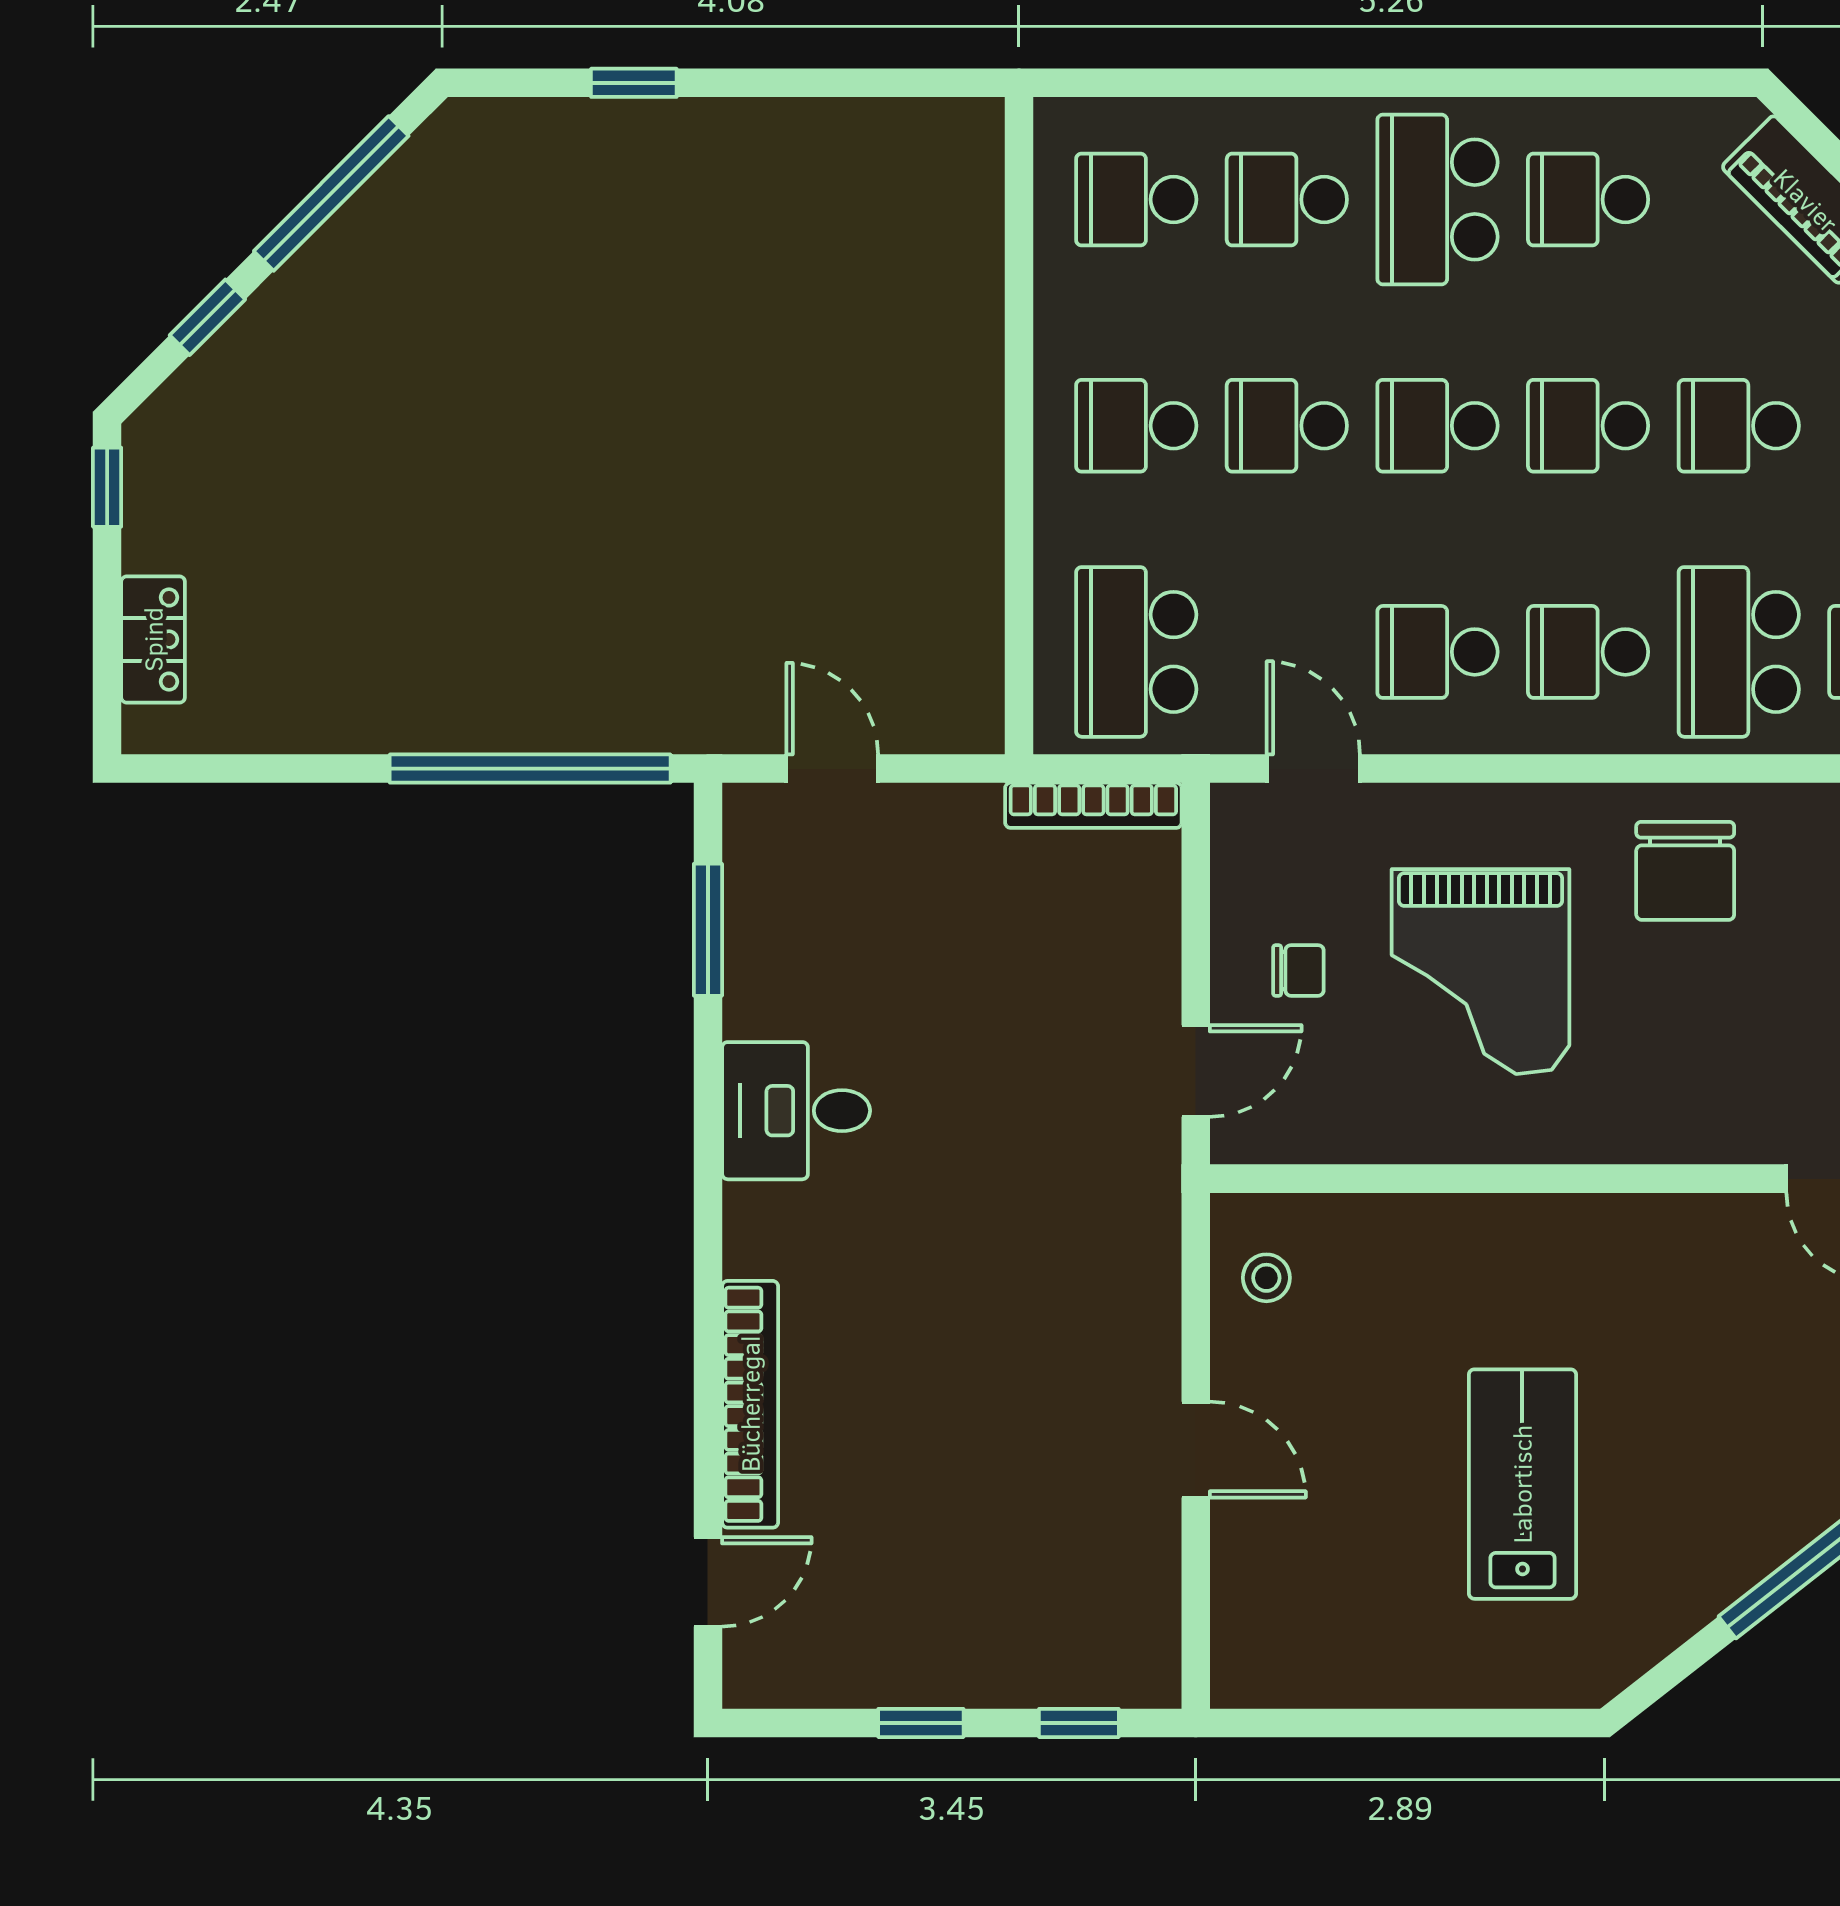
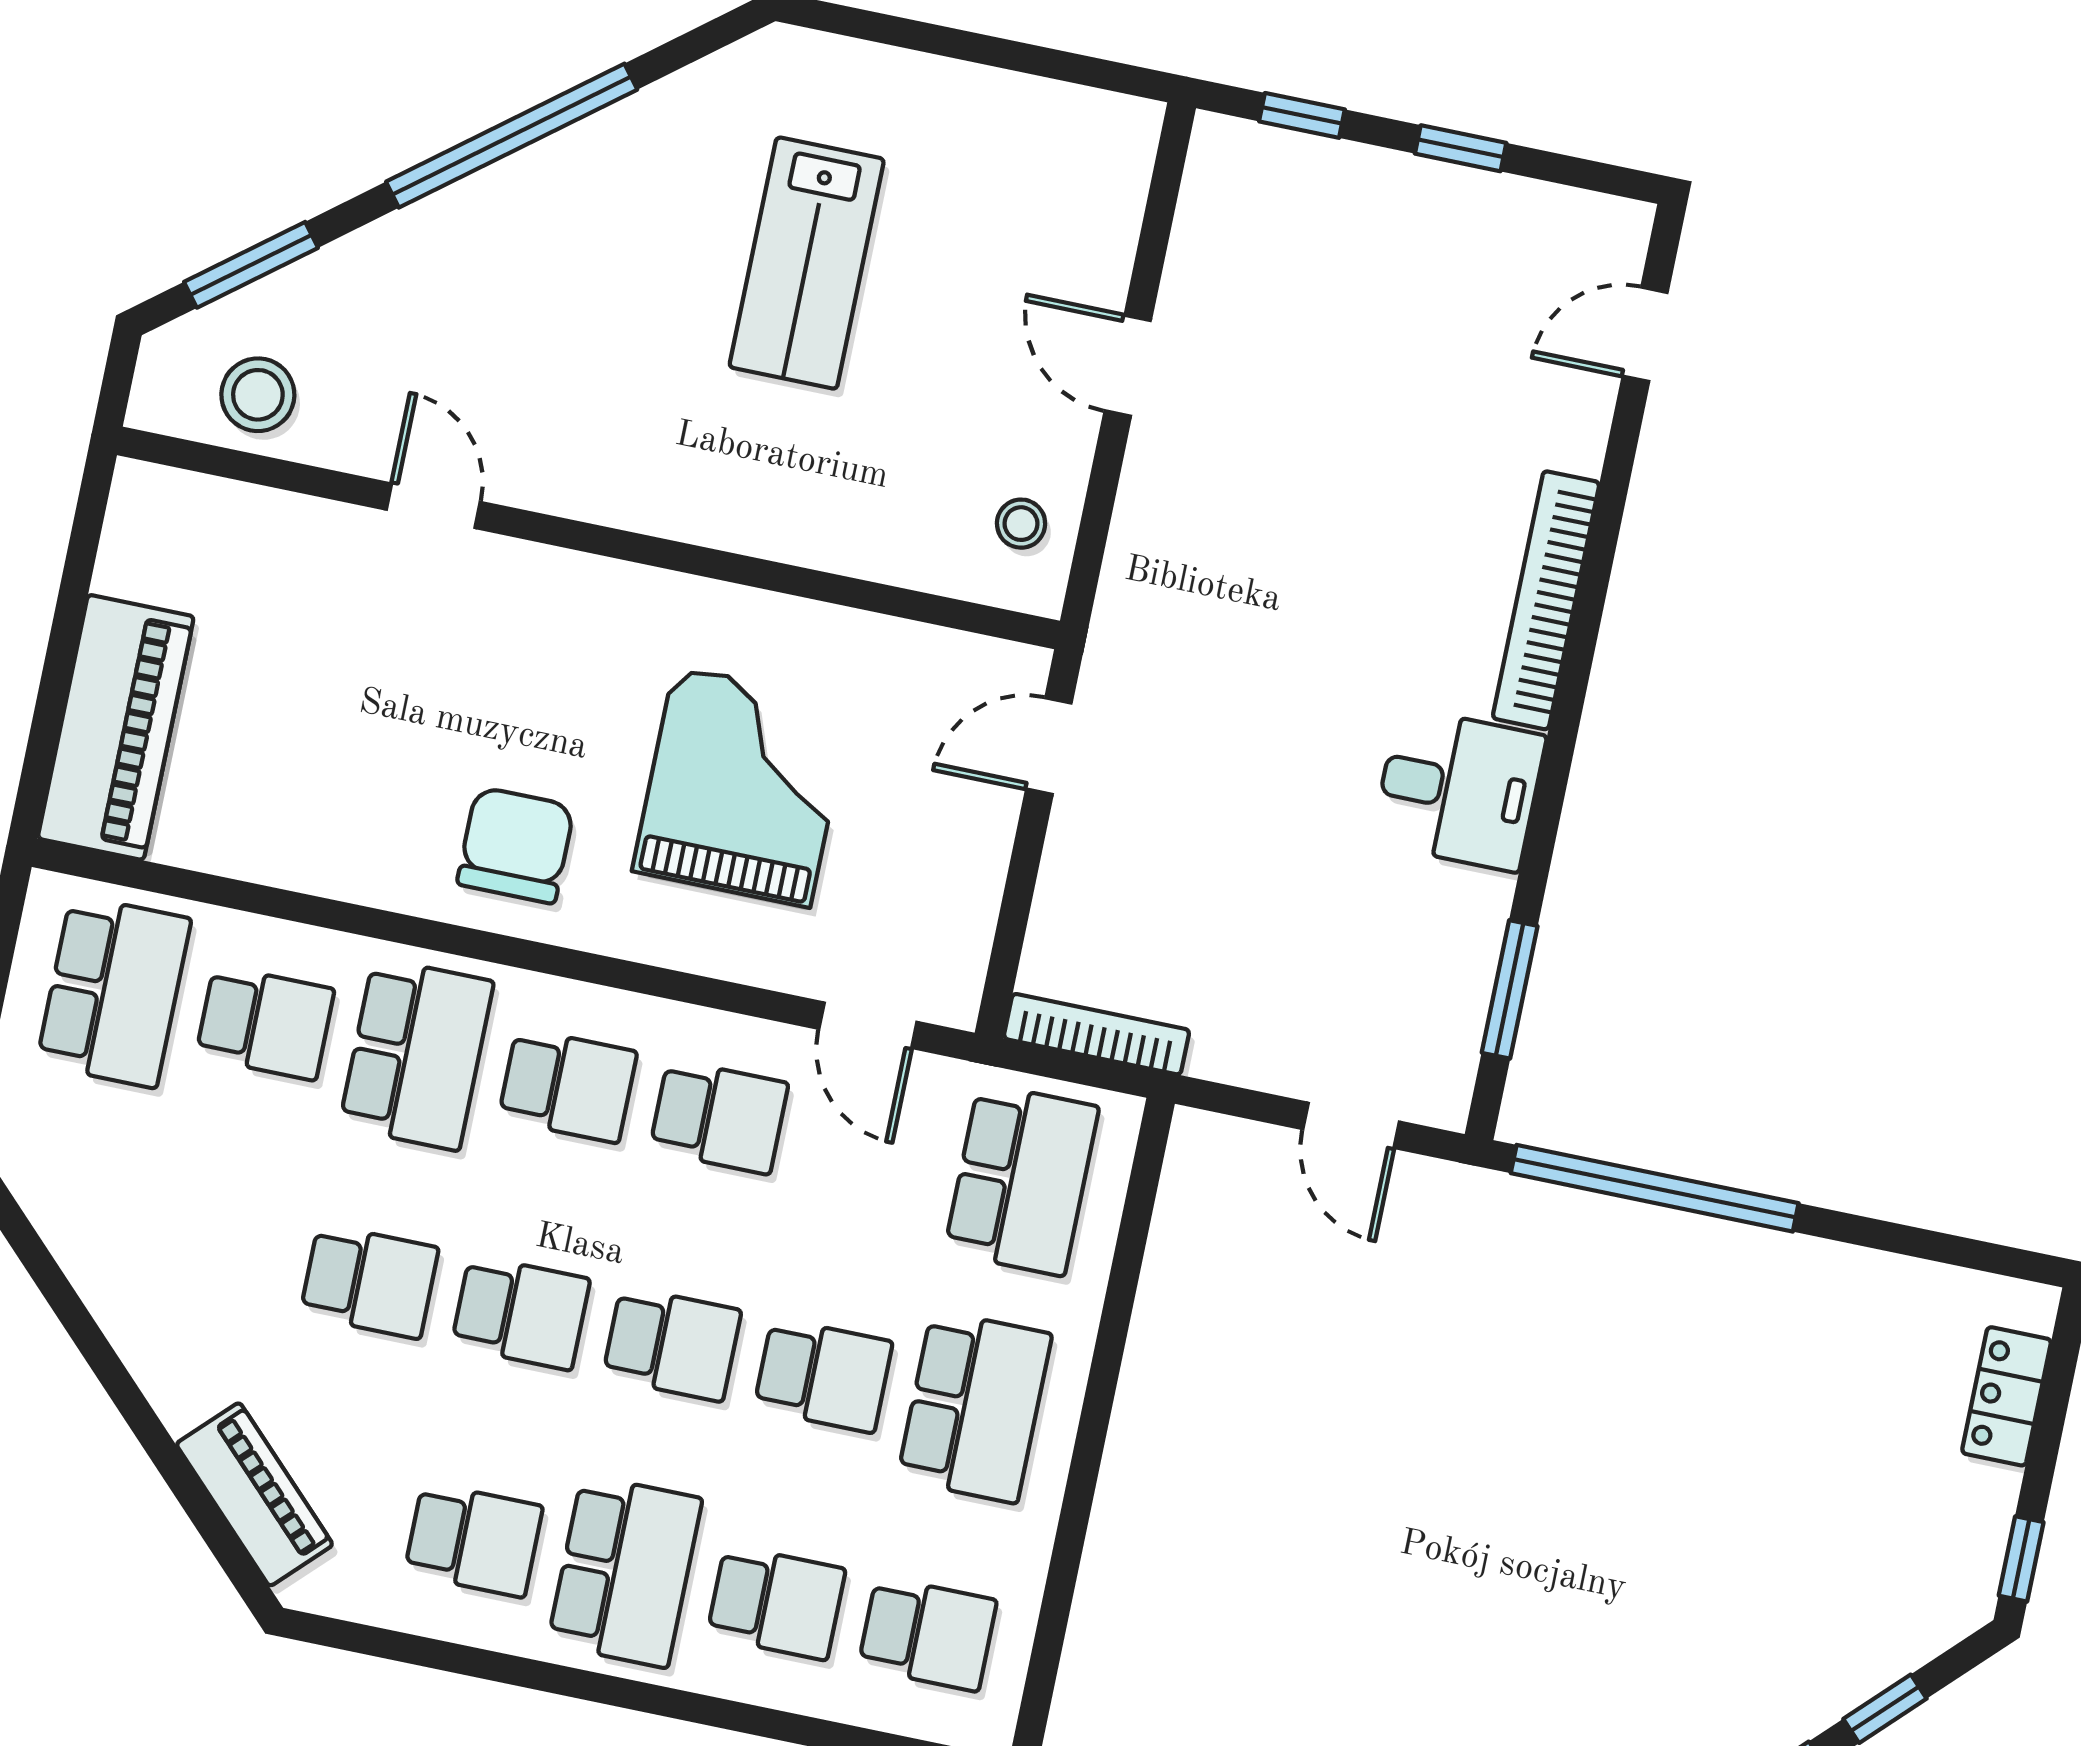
school desk: (1136, 426) -> (975, 1407), width x1.85
chair: (1298, 970) -> (925, 826), removed
bookcase: (750, 1404) -> (1546, 600), moved

